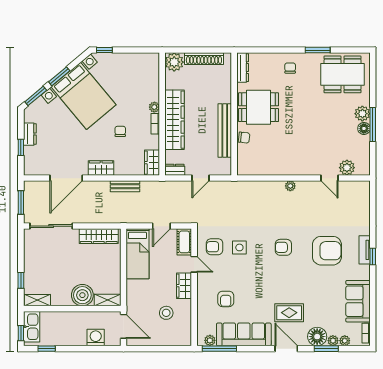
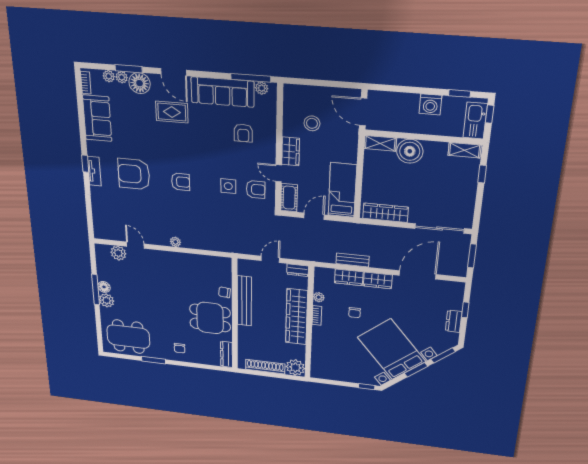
plant: (154, 107) -> (319, 297), moved
wardrobe: (152, 163) -> (349, 277), moved, turned 90
armchair: (226, 299) -> (243, 133), turned 180
washing machine: (96, 338) -> (430, 104), moved

